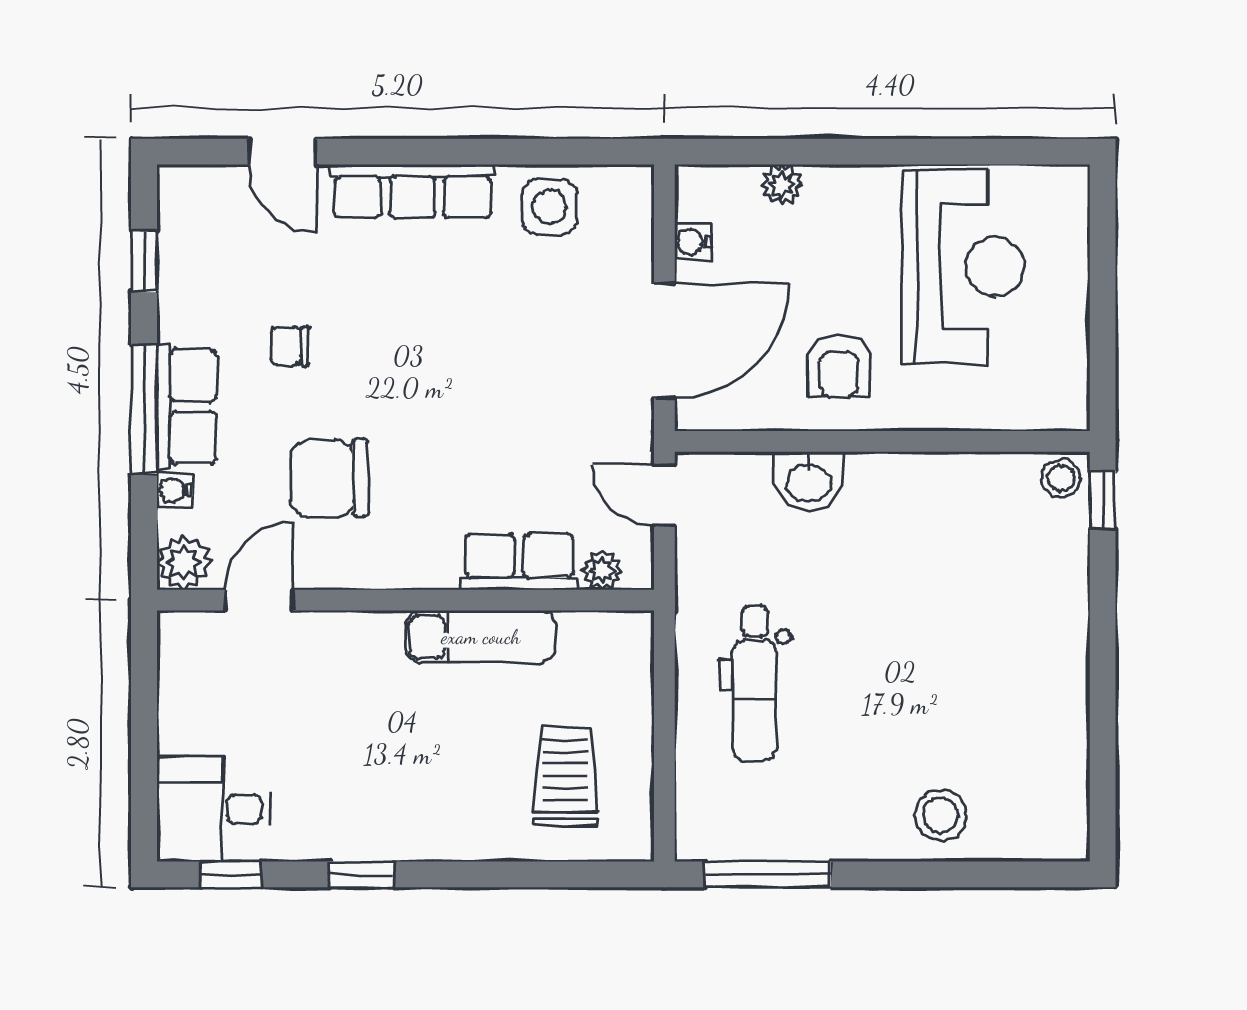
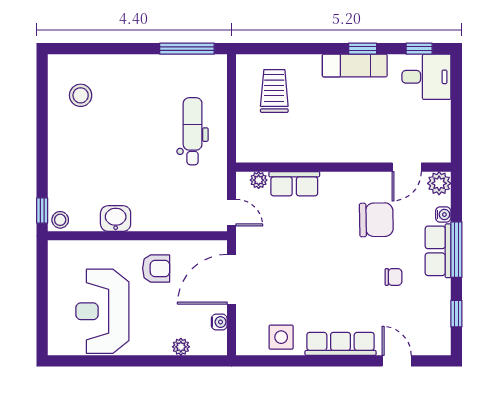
armchair: (839, 366) -> (156, 268), turned 90
washbasin: (809, 481) -> (116, 219), moved
exam couch: (481, 637) -> (355, 65), moved, turned 180
trolley: (565, 776) -> (274, 91), turned 180
stool: (941, 815) -> (81, 95), moved

